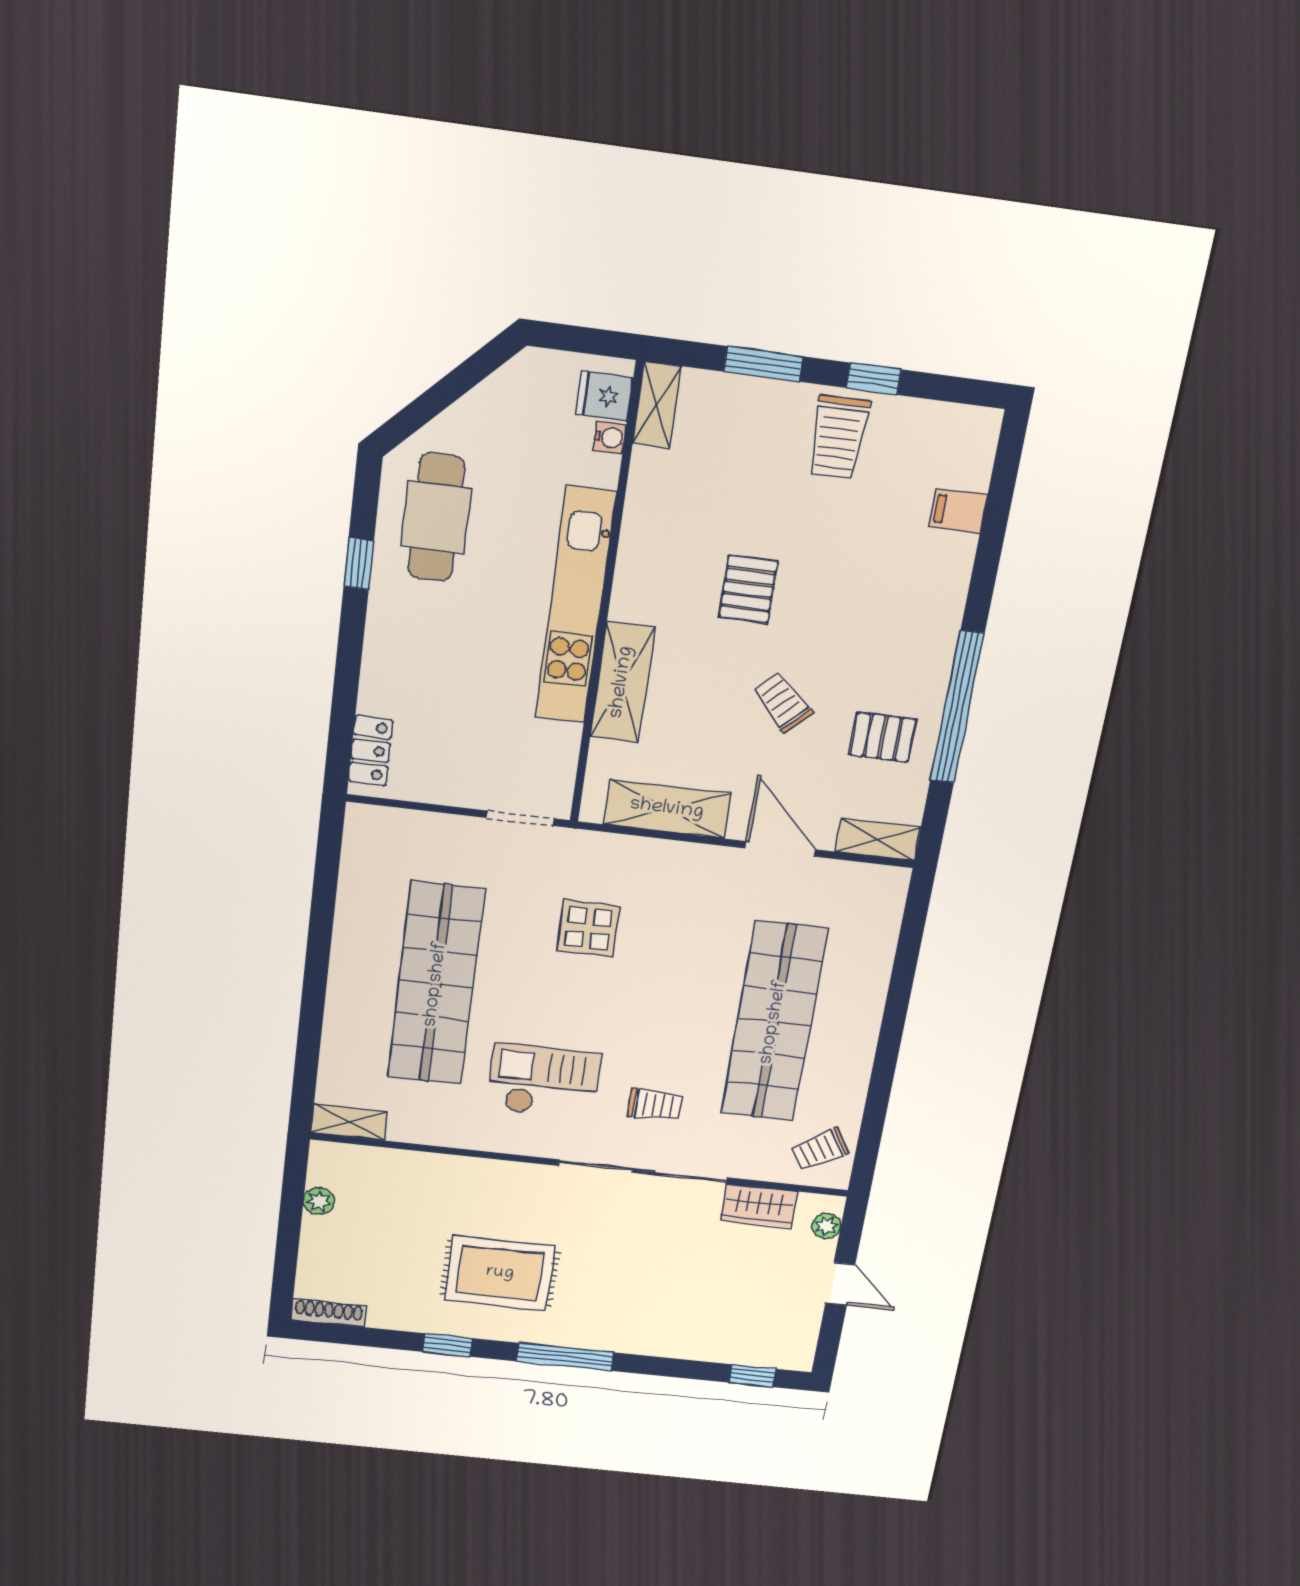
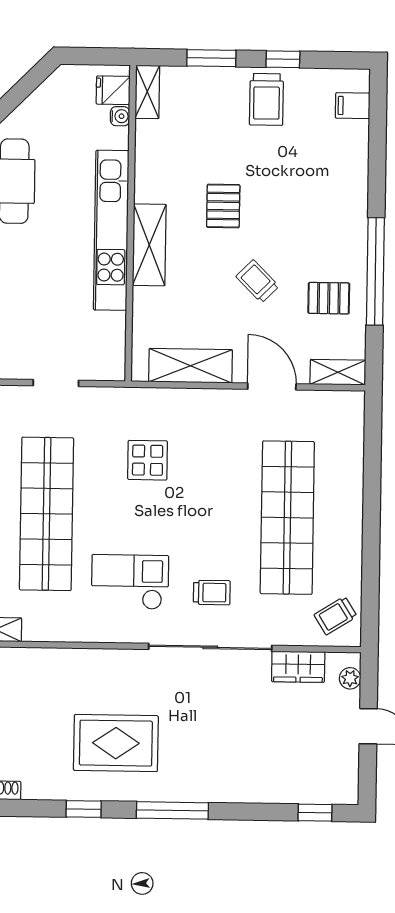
filing cabinet: (958, 511) -> (353, 106), moved
shelving: (622, 682) -> (149, 245), moved
doorway: (520, 818) -> (56, 383), moved

